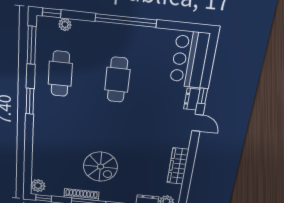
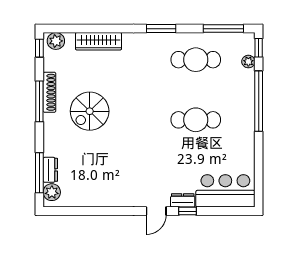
window: (126, 21) -> (259, 101), moved
wardrobe: (178, 166) -> (99, 41), moved, turned 180

